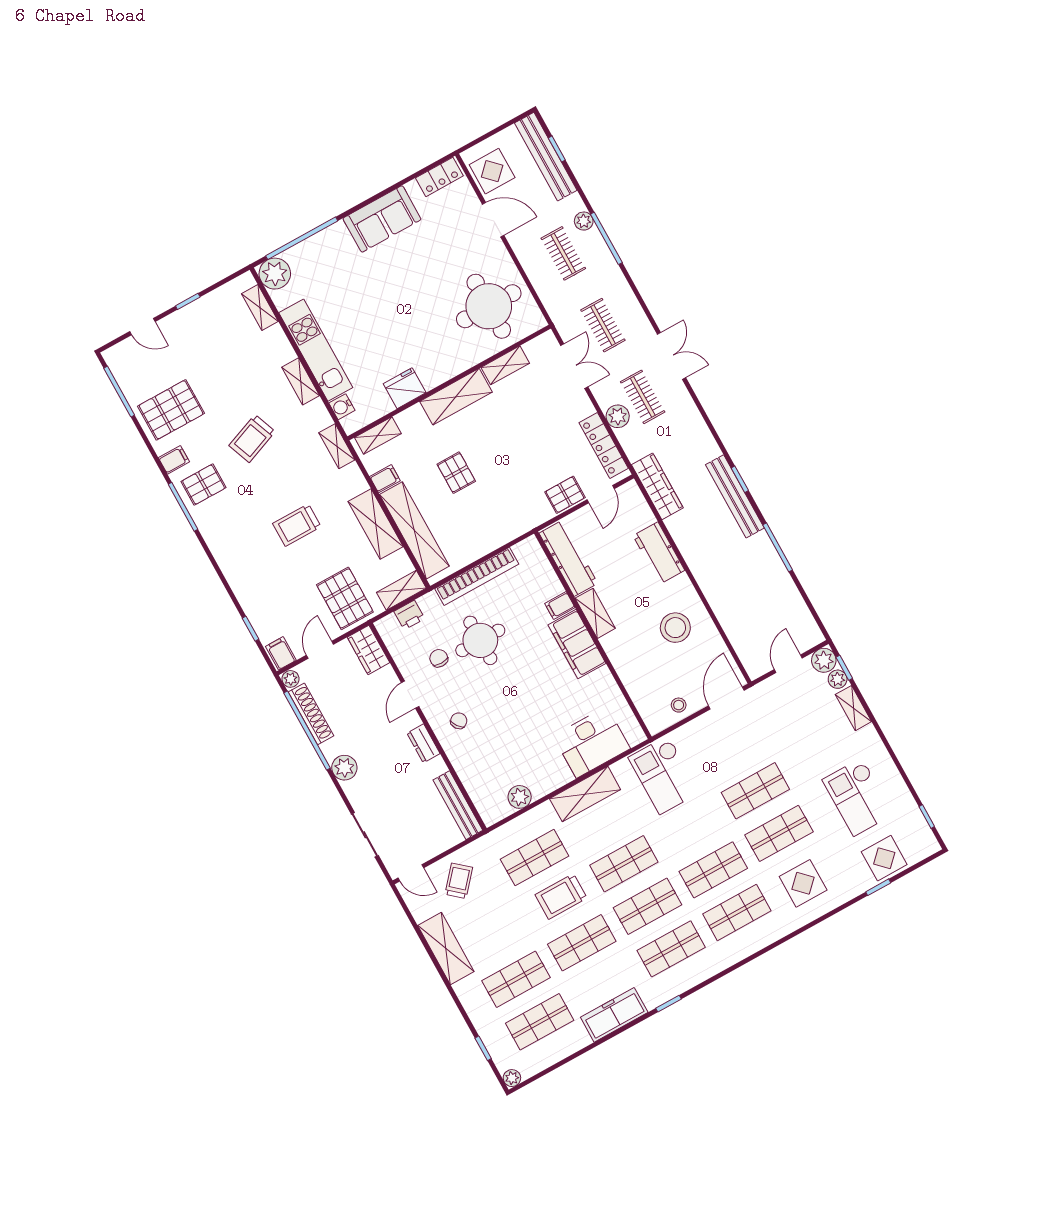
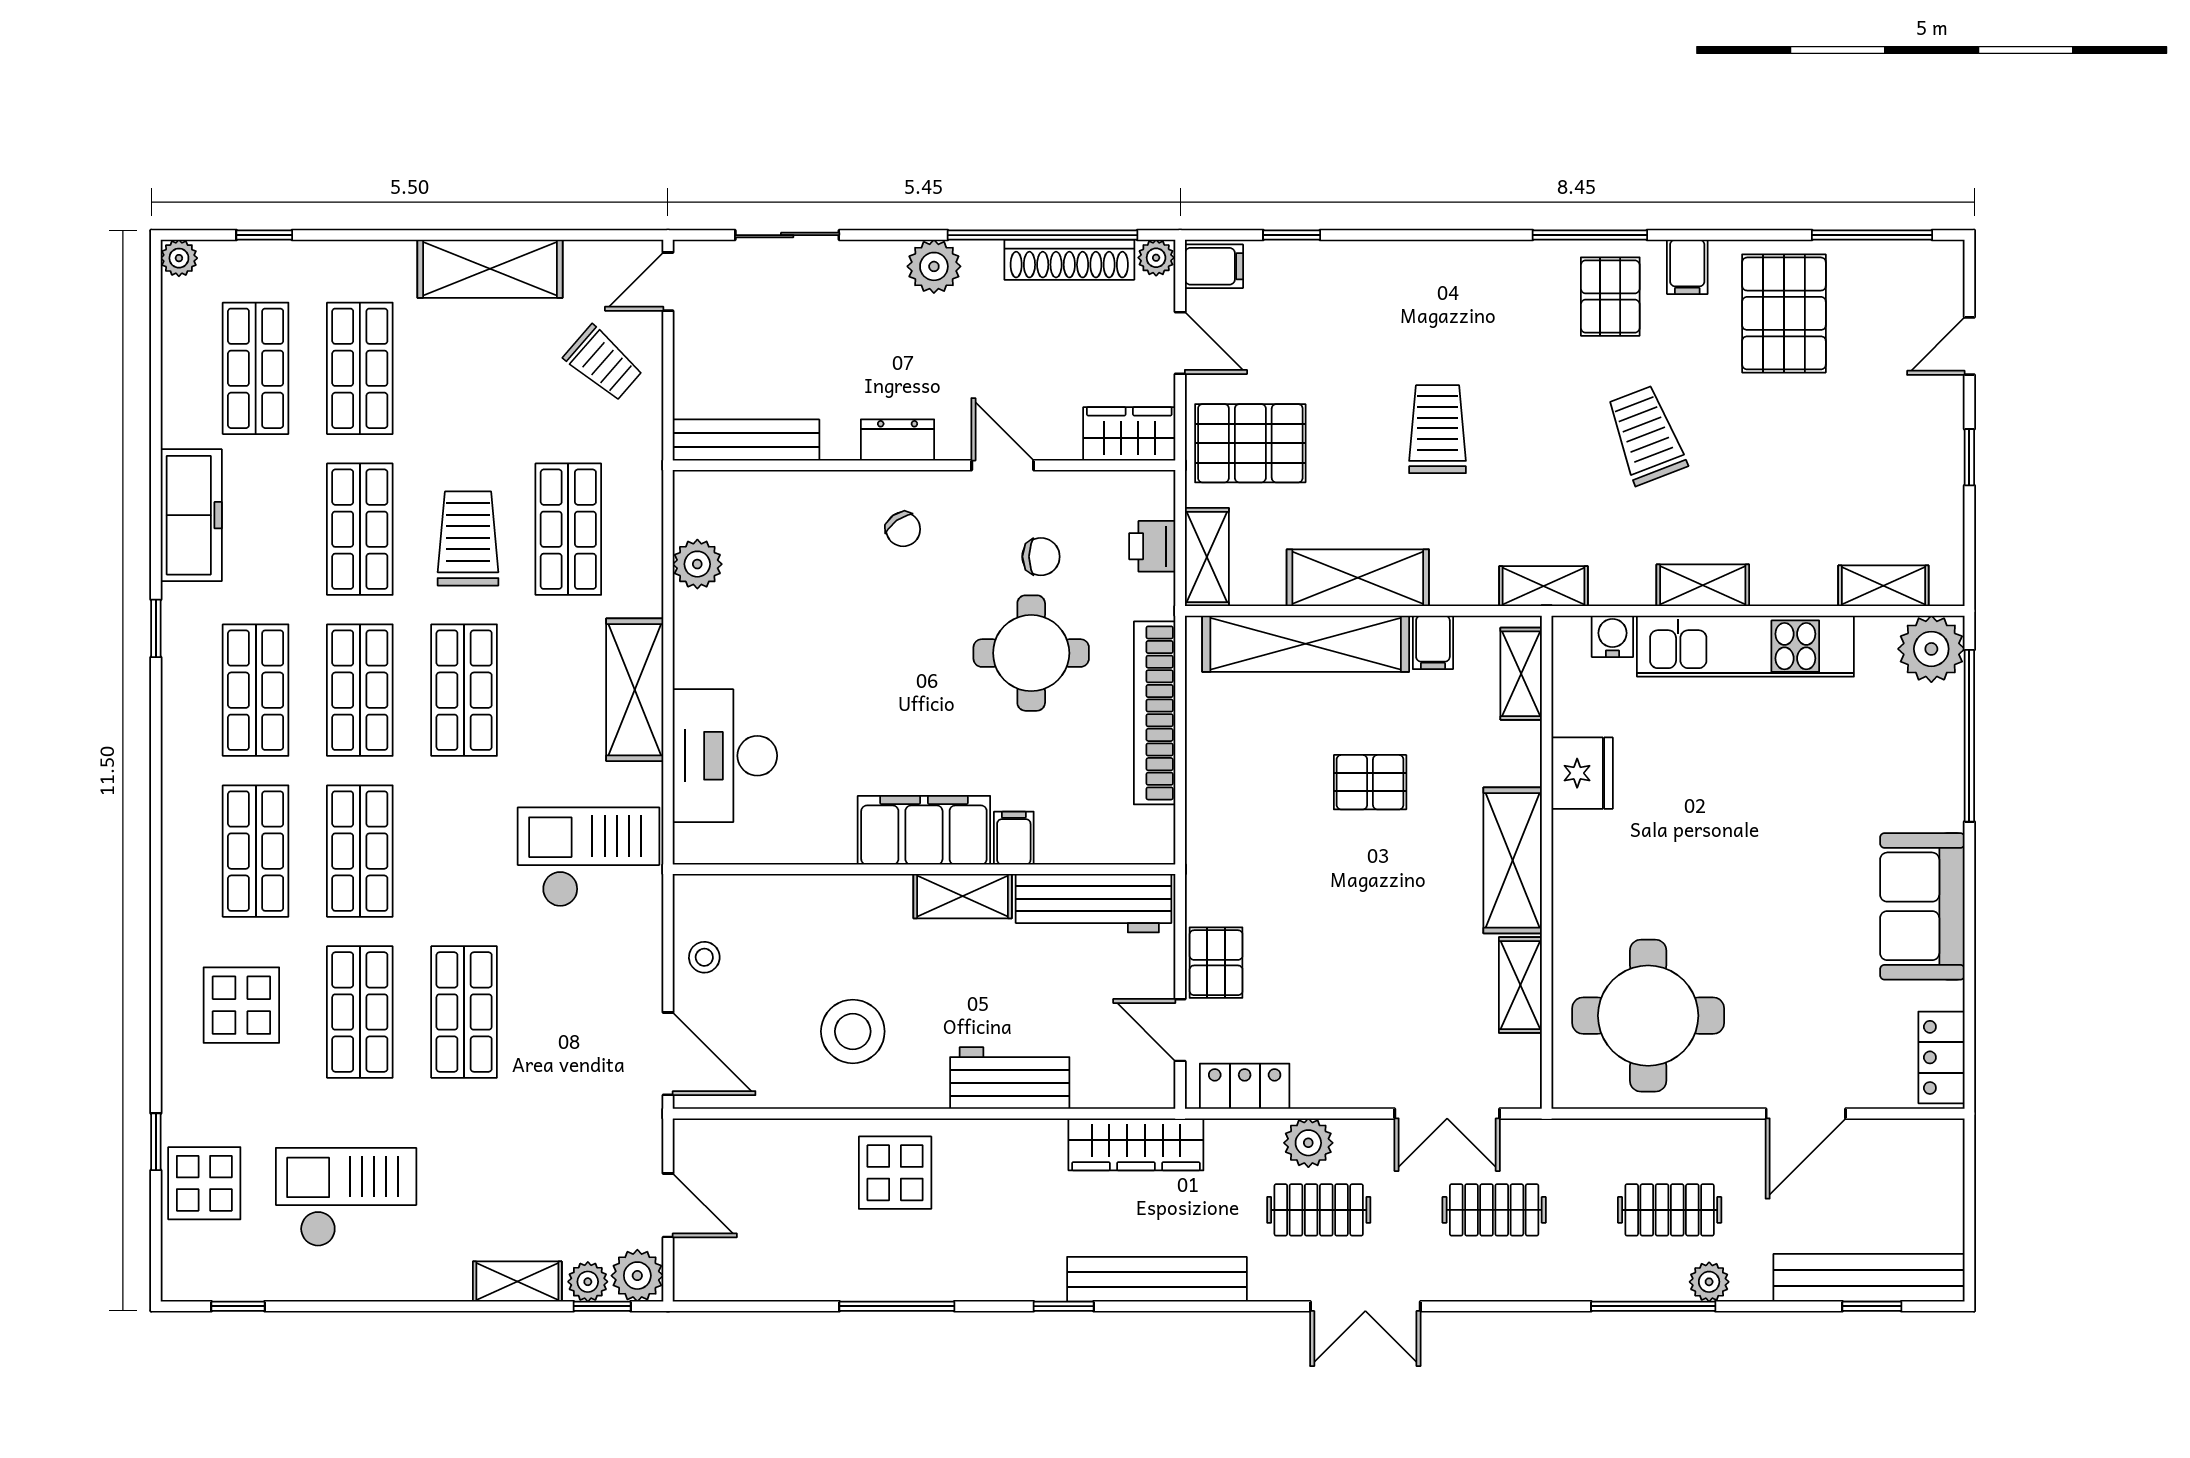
display table: (492, 171) -> (895, 1173), moved
locker: (604, 445) -> (1245, 1086), width x0.66
bench: (735, 496) -> (1157, 1279), moved

